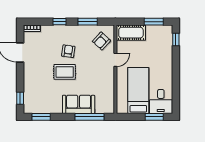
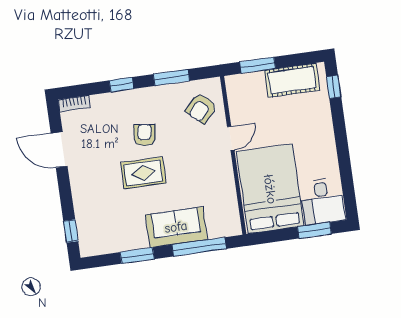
window: (154, 22) -> (258, 65), moved
cot: (131, 33) -> (292, 80), moved
bed: (138, 91) -> (270, 189), width x1.50
window: (41, 117) -> (137, 256), moved

